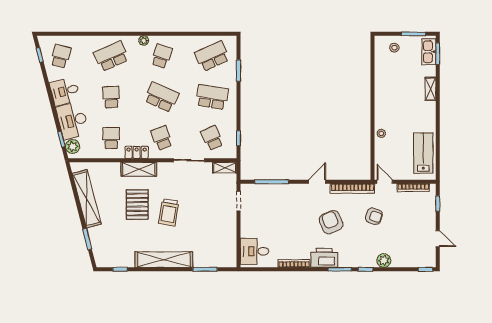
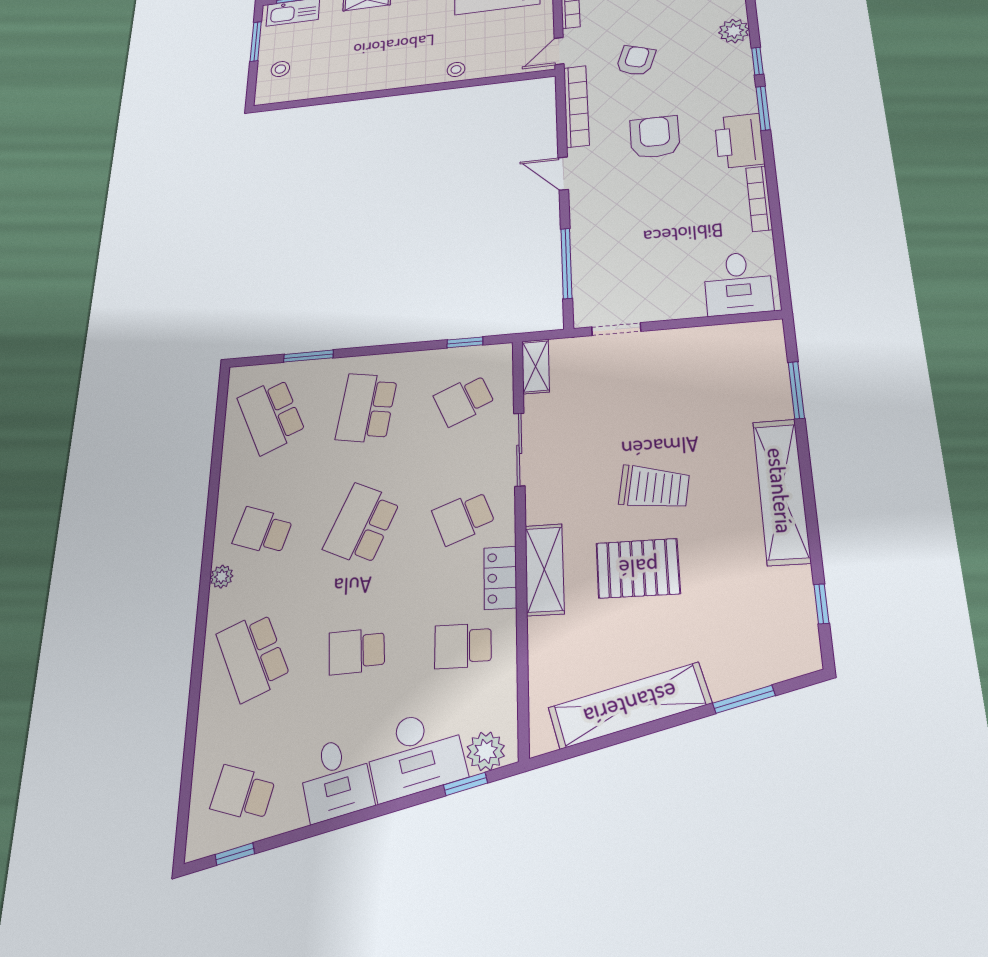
armchair: (331, 222) -> (655, 137), turned 113

